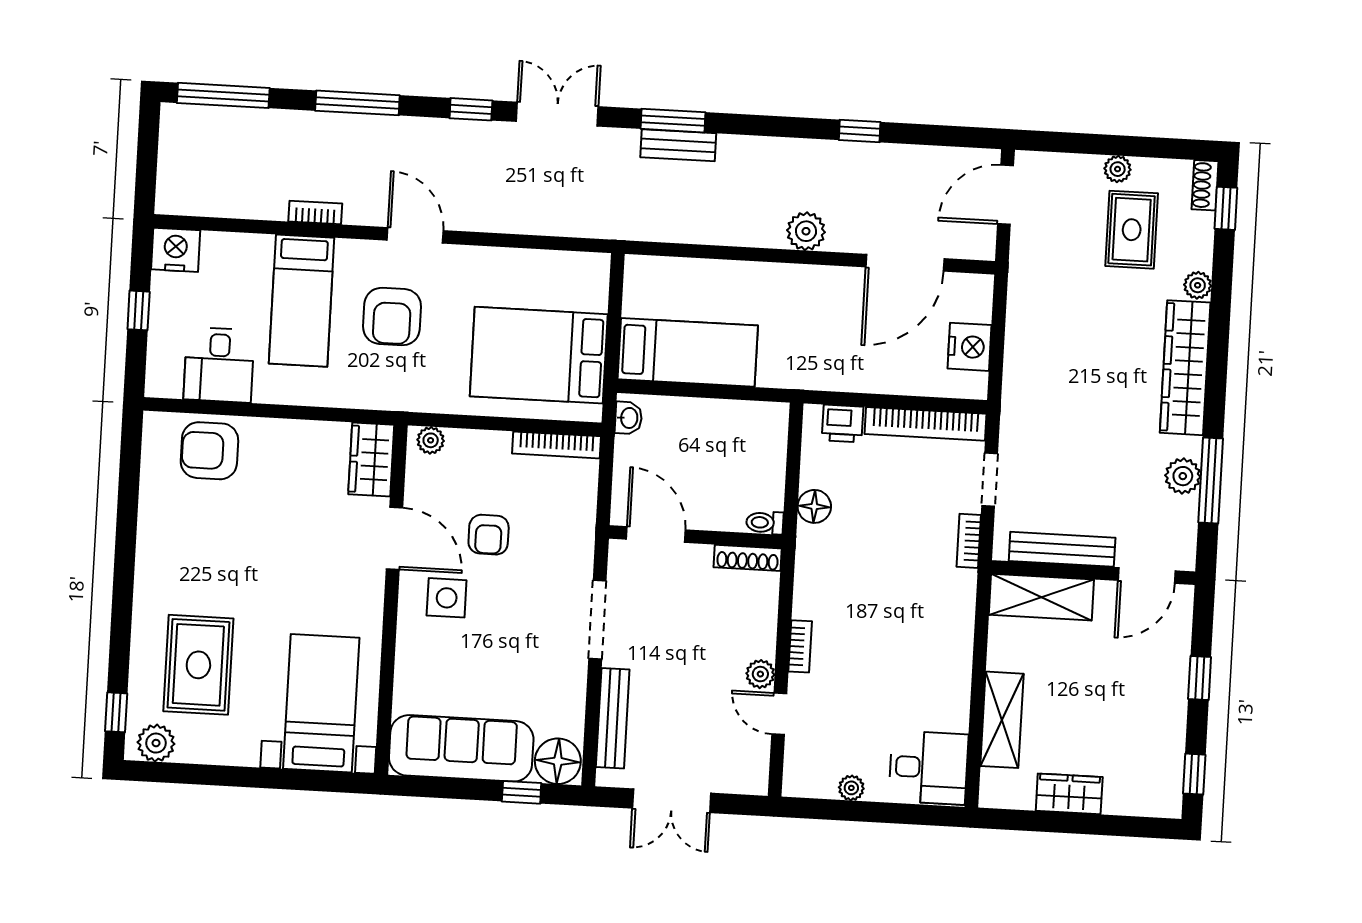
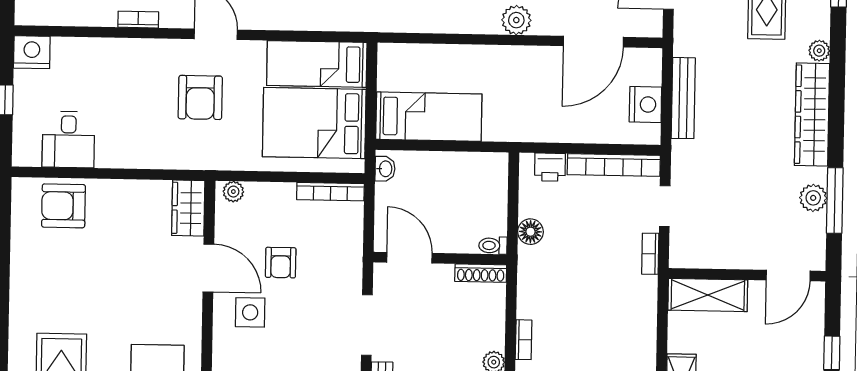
bed: (302, 301) -> (317, 64), moved, turned 90
bench: (1062, 549) -> (683, 98), moved, turned 90

